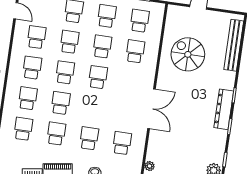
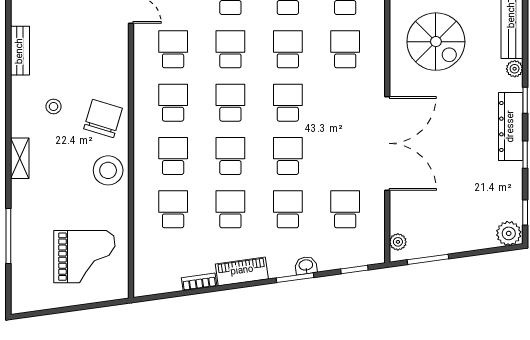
spiral stairs: (188, 54) -> (436, 42), turned 180
plant: (231, 76) -> (515, 69), added
school desk: (93, 108) -> (288, 156), added
double door: (152, 109) -> (387, 143), width x1.36

